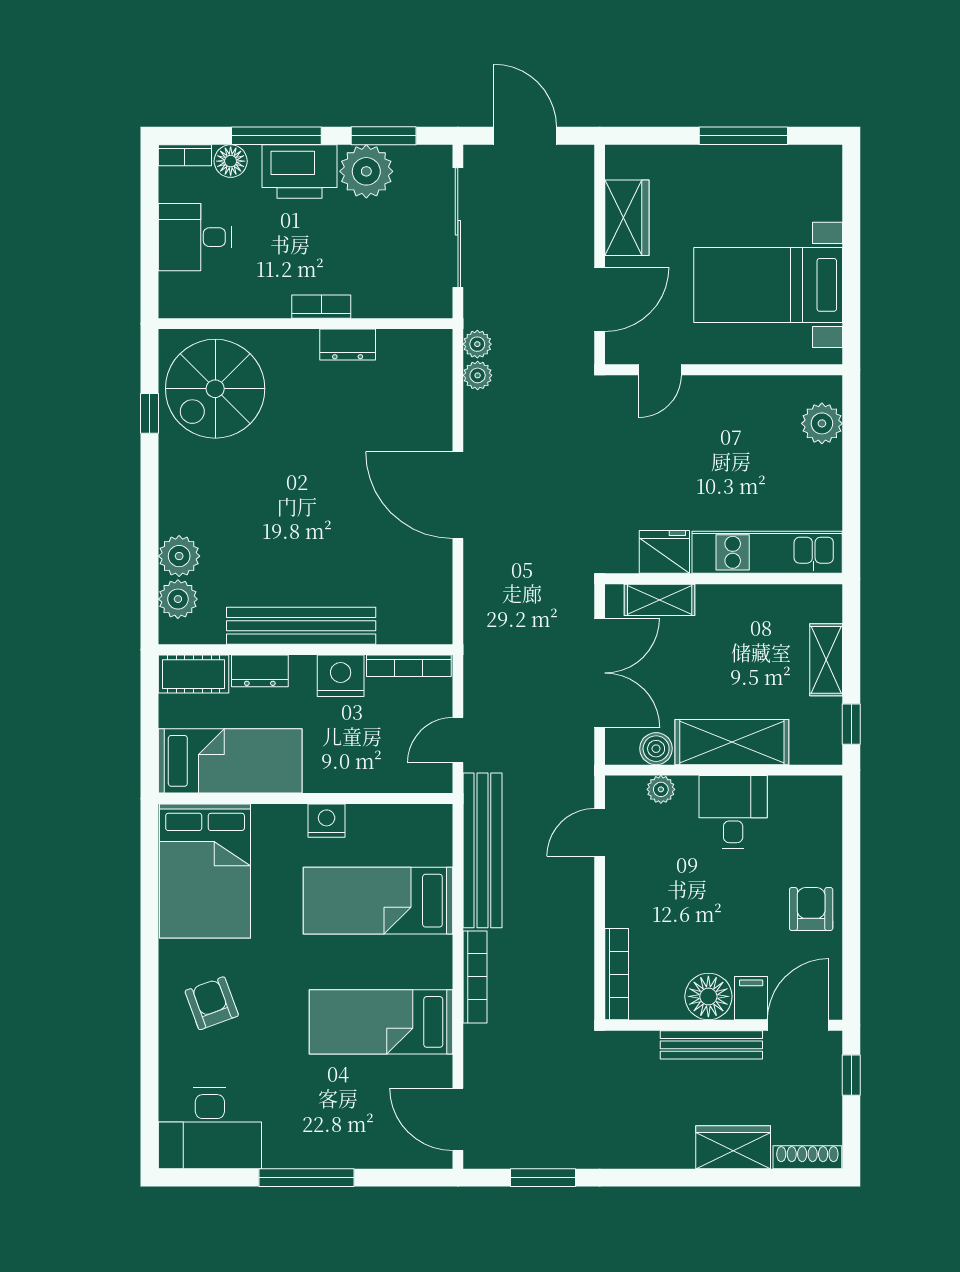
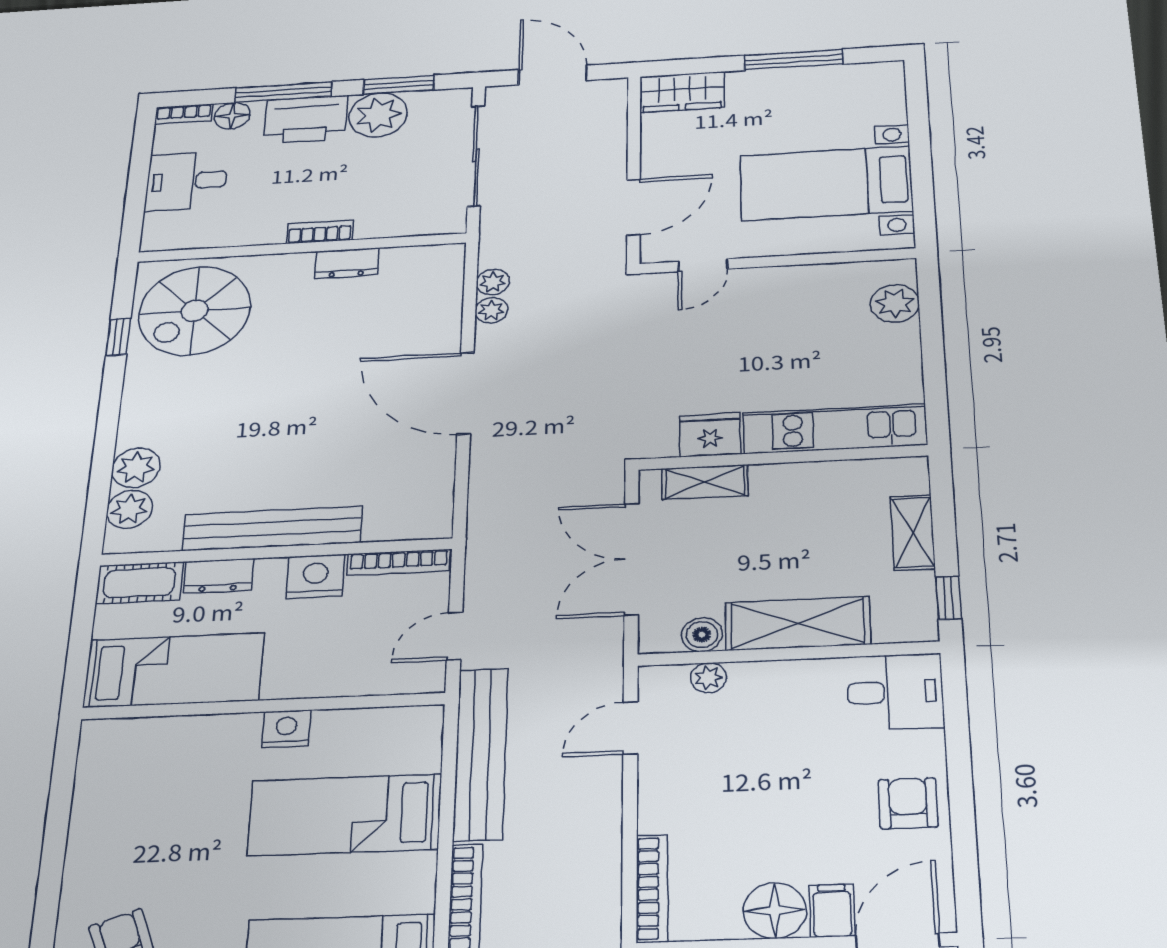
wardrobe: (627, 218) -> (682, 92), moved, turned 90
plant: (477, 344) -> (491, 310), moved
double door: (600, 673) -> (631, 559), swing flipped
desk: (733, 812) -> (895, 692), moved, turned 90
bed: (205, 871) -> (130, 790), removed

